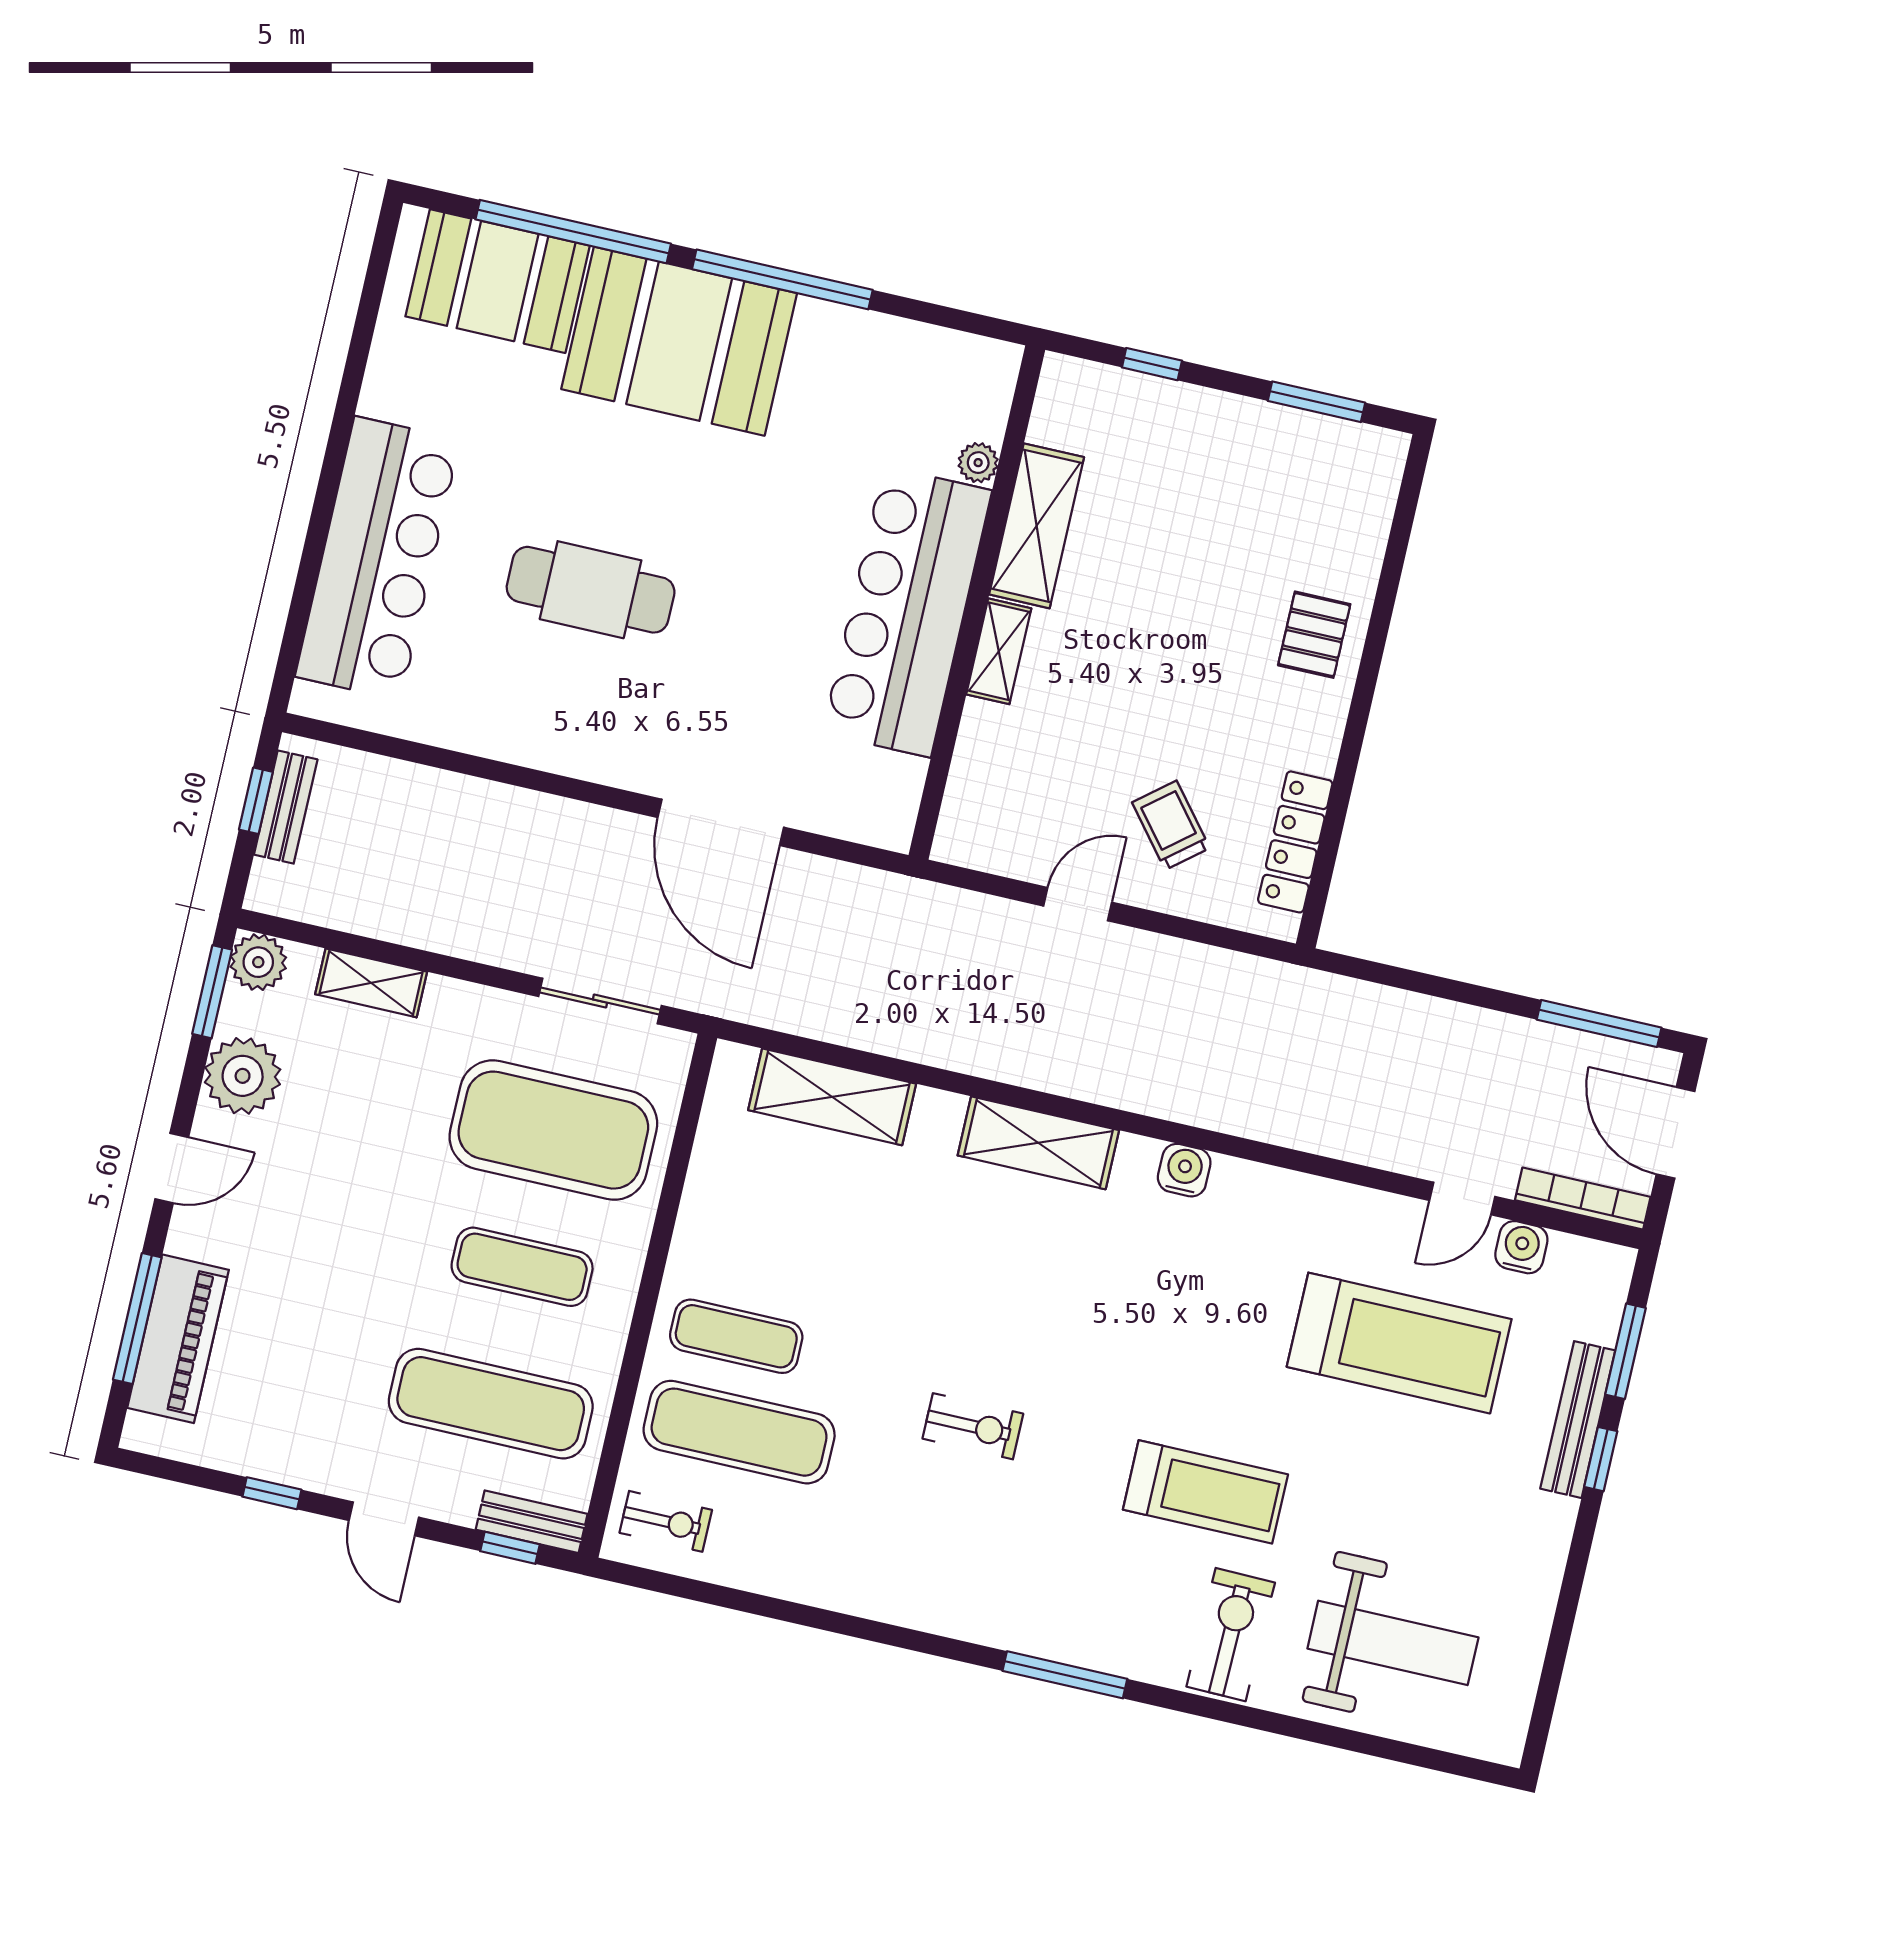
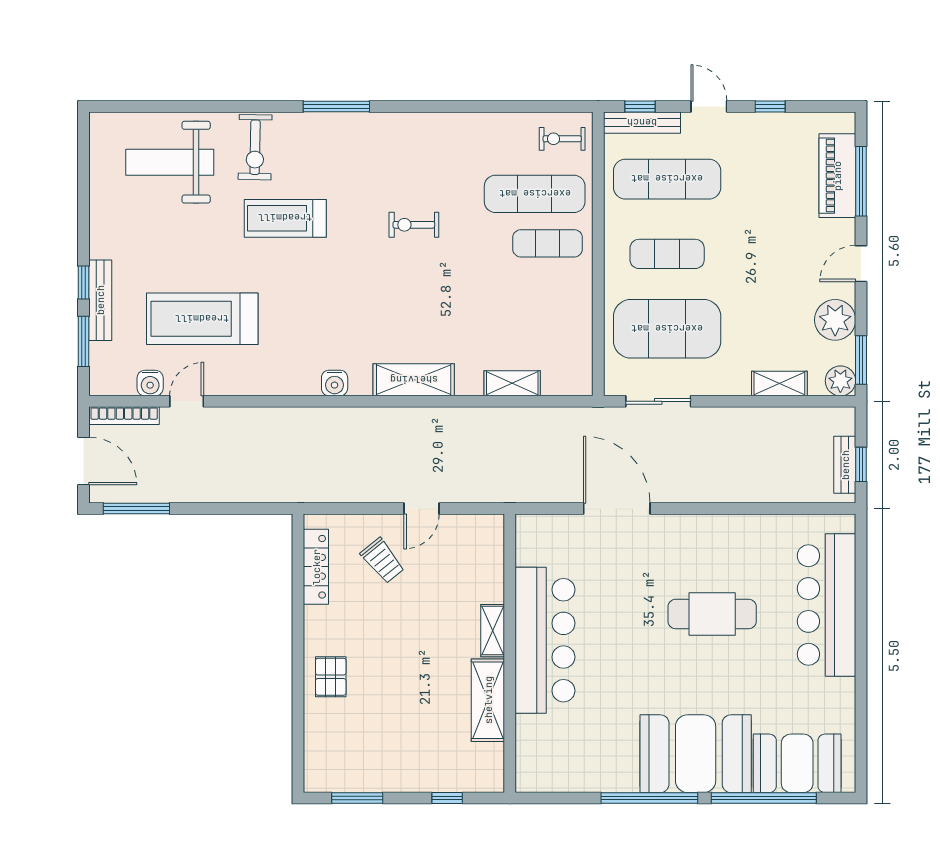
plant: (978, 463) -> (526, 726), removed
shelving: (832, 1097) -> (512, 383), width x0.67, depth x0.75
bench: (532, 1522) -> (642, 123), width x1.36

